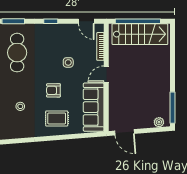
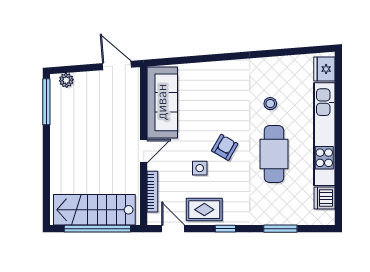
cafe table: (17, 53) -> (274, 154), moved
armchair: (53, 90) -> (225, 147), moved, turned -60
rug: (57, 118) -> (204, 210), moved

